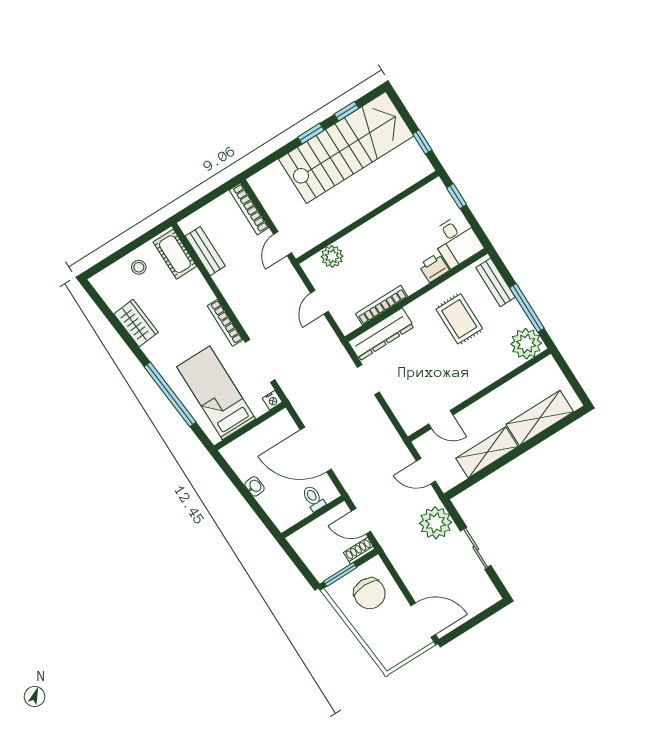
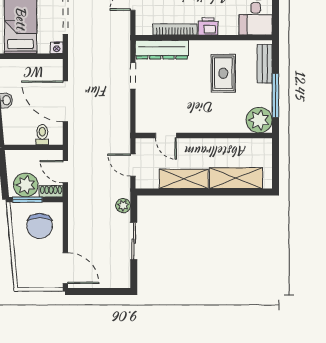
printer: (434, 268) -> (208, 26), moved
plant: (436, 523) -> (123, 206), width x0.53, depth x0.53
plant: (329, 560) -> (26, 185), added

